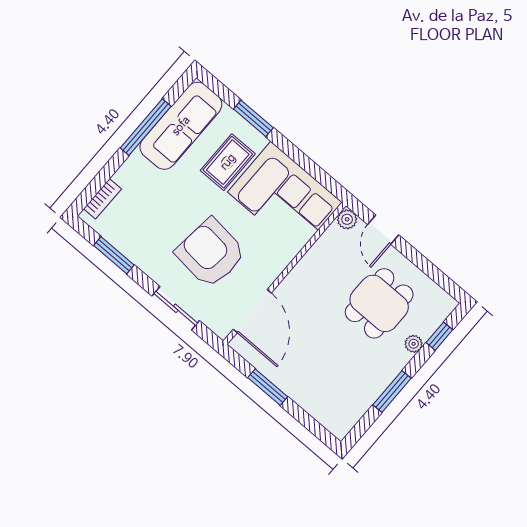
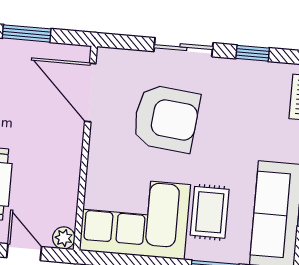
window: (114, 255) -> (253, 53), width x0.67
sliding door: (176, 308) -> (183, 47), moved

